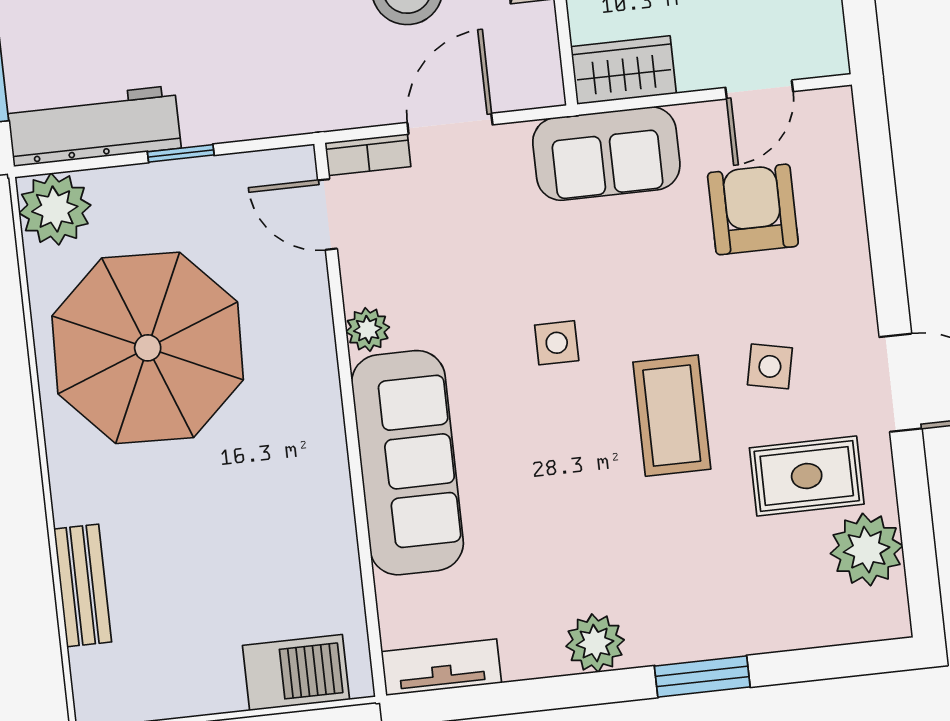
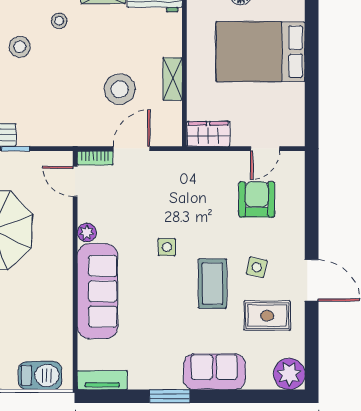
sofa: (606, 154) -> (214, 372), moved, turned 180
plant: (867, 550) -> (289, 374), moved
plant: (595, 643) -> (169, 377), removed
window: (702, 676) -> (170, 396), moved

